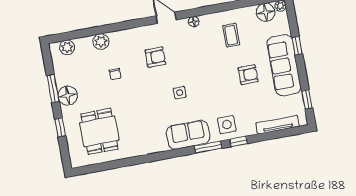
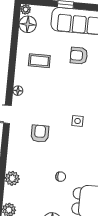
chair: (115, 74) -> (61, 177), moved
armchair: (248, 75) -> (79, 56), turned -90

